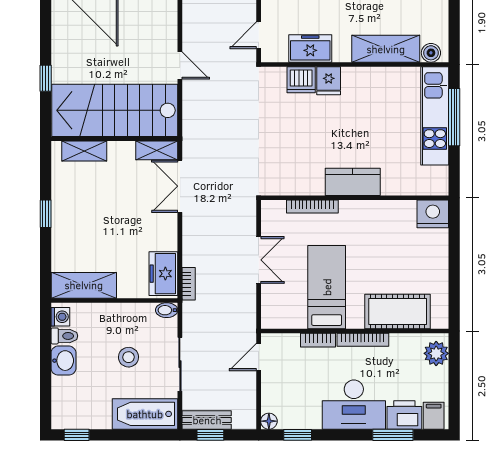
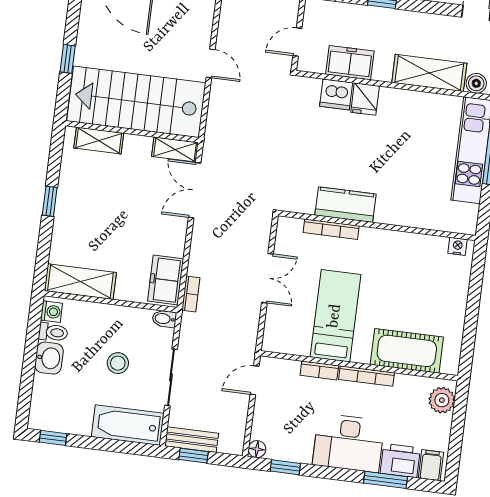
kitchen counter: (353, 182) -> (345, 205), moved
nightstand: (433, 214) -> (458, 246), width x0.53, depth x0.56

